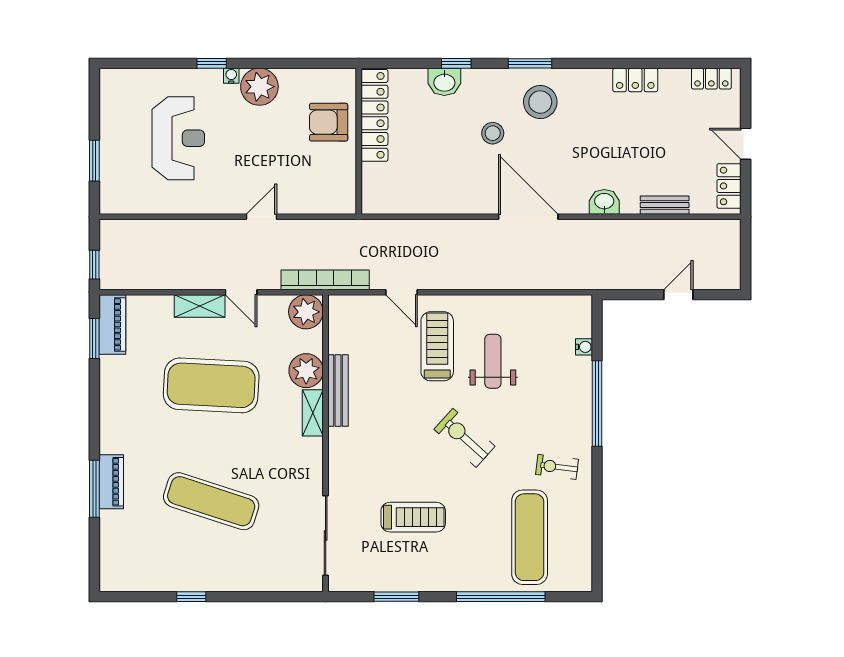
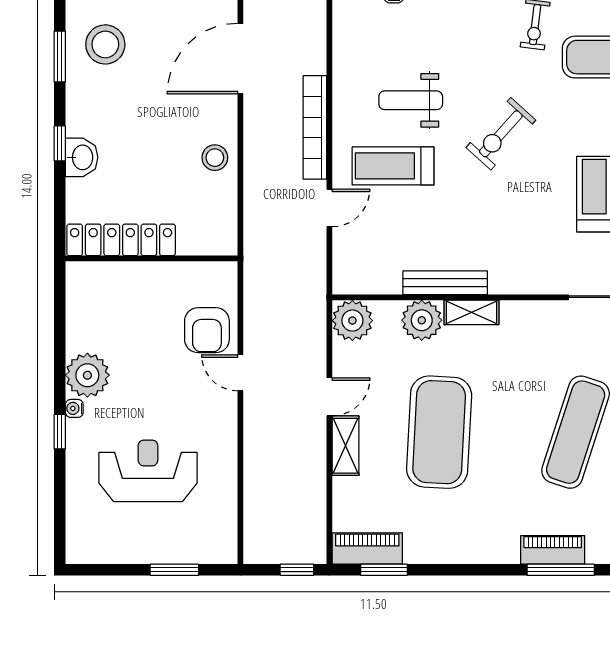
armchair: (329, 122) -> (207, 330), moved
stool: (493, 133) -> (215, 158), moved
bookcase: (325, 280) -> (315, 127), moved

